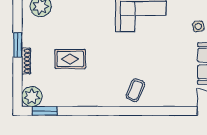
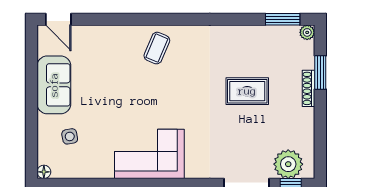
window: (18, 45) -> (320, 73), moved
plant: (32, 97) -> (307, 32), width x0.53, depth x0.53

